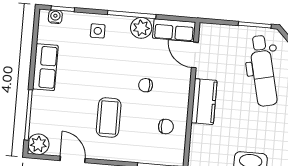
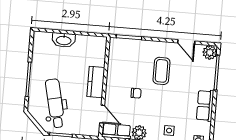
chair: (166, 126) -> (122, 65), removed

